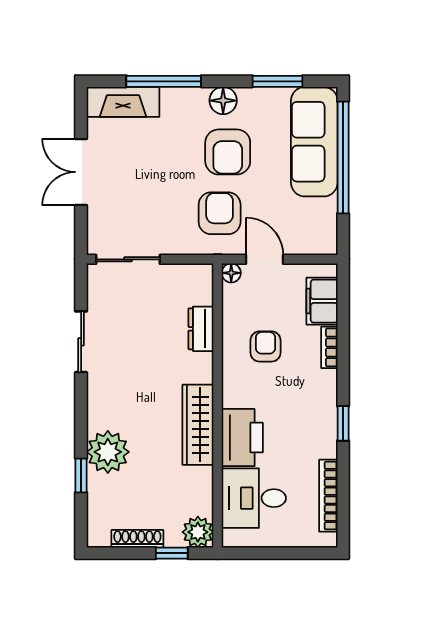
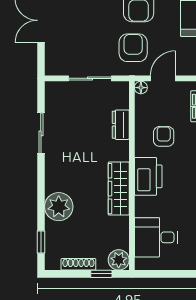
sliding door: (128, 259) -> (90, 78), moved
door: (264, 259) -> (163, 78), hinge flipped
printer: (242, 438) -> (148, 176), moved
window: (81, 475) -> (41, 242), moved

